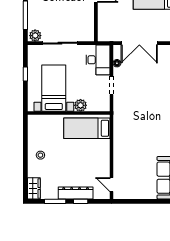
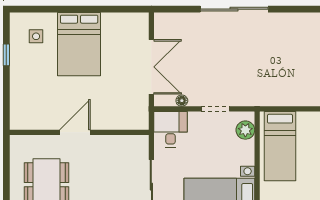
desk: (98, 60) -> (171, 129), width x0.73
plant: (81, 105) -> (245, 130), moved

